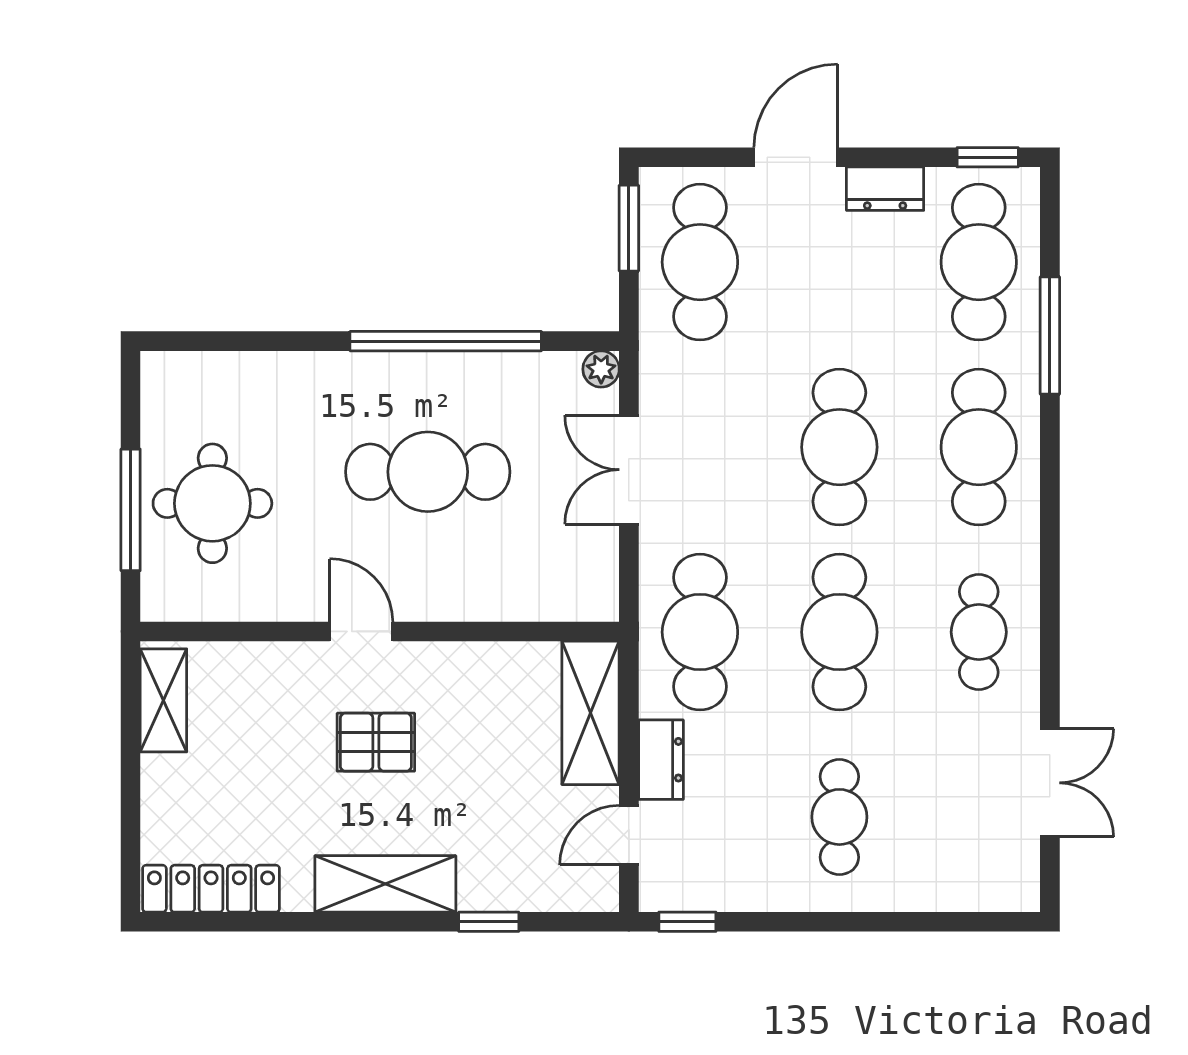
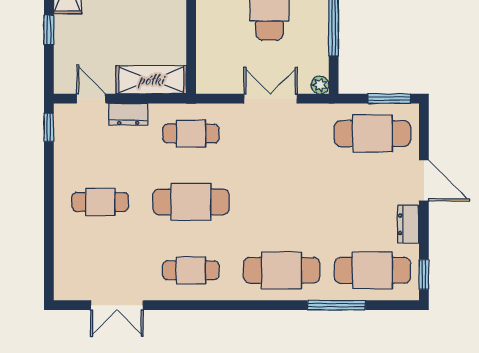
cafe table: (839, 447) -> (282, 202), removed
cafe table: (700, 632) -> (191, 134), width x0.73, depth x0.74

